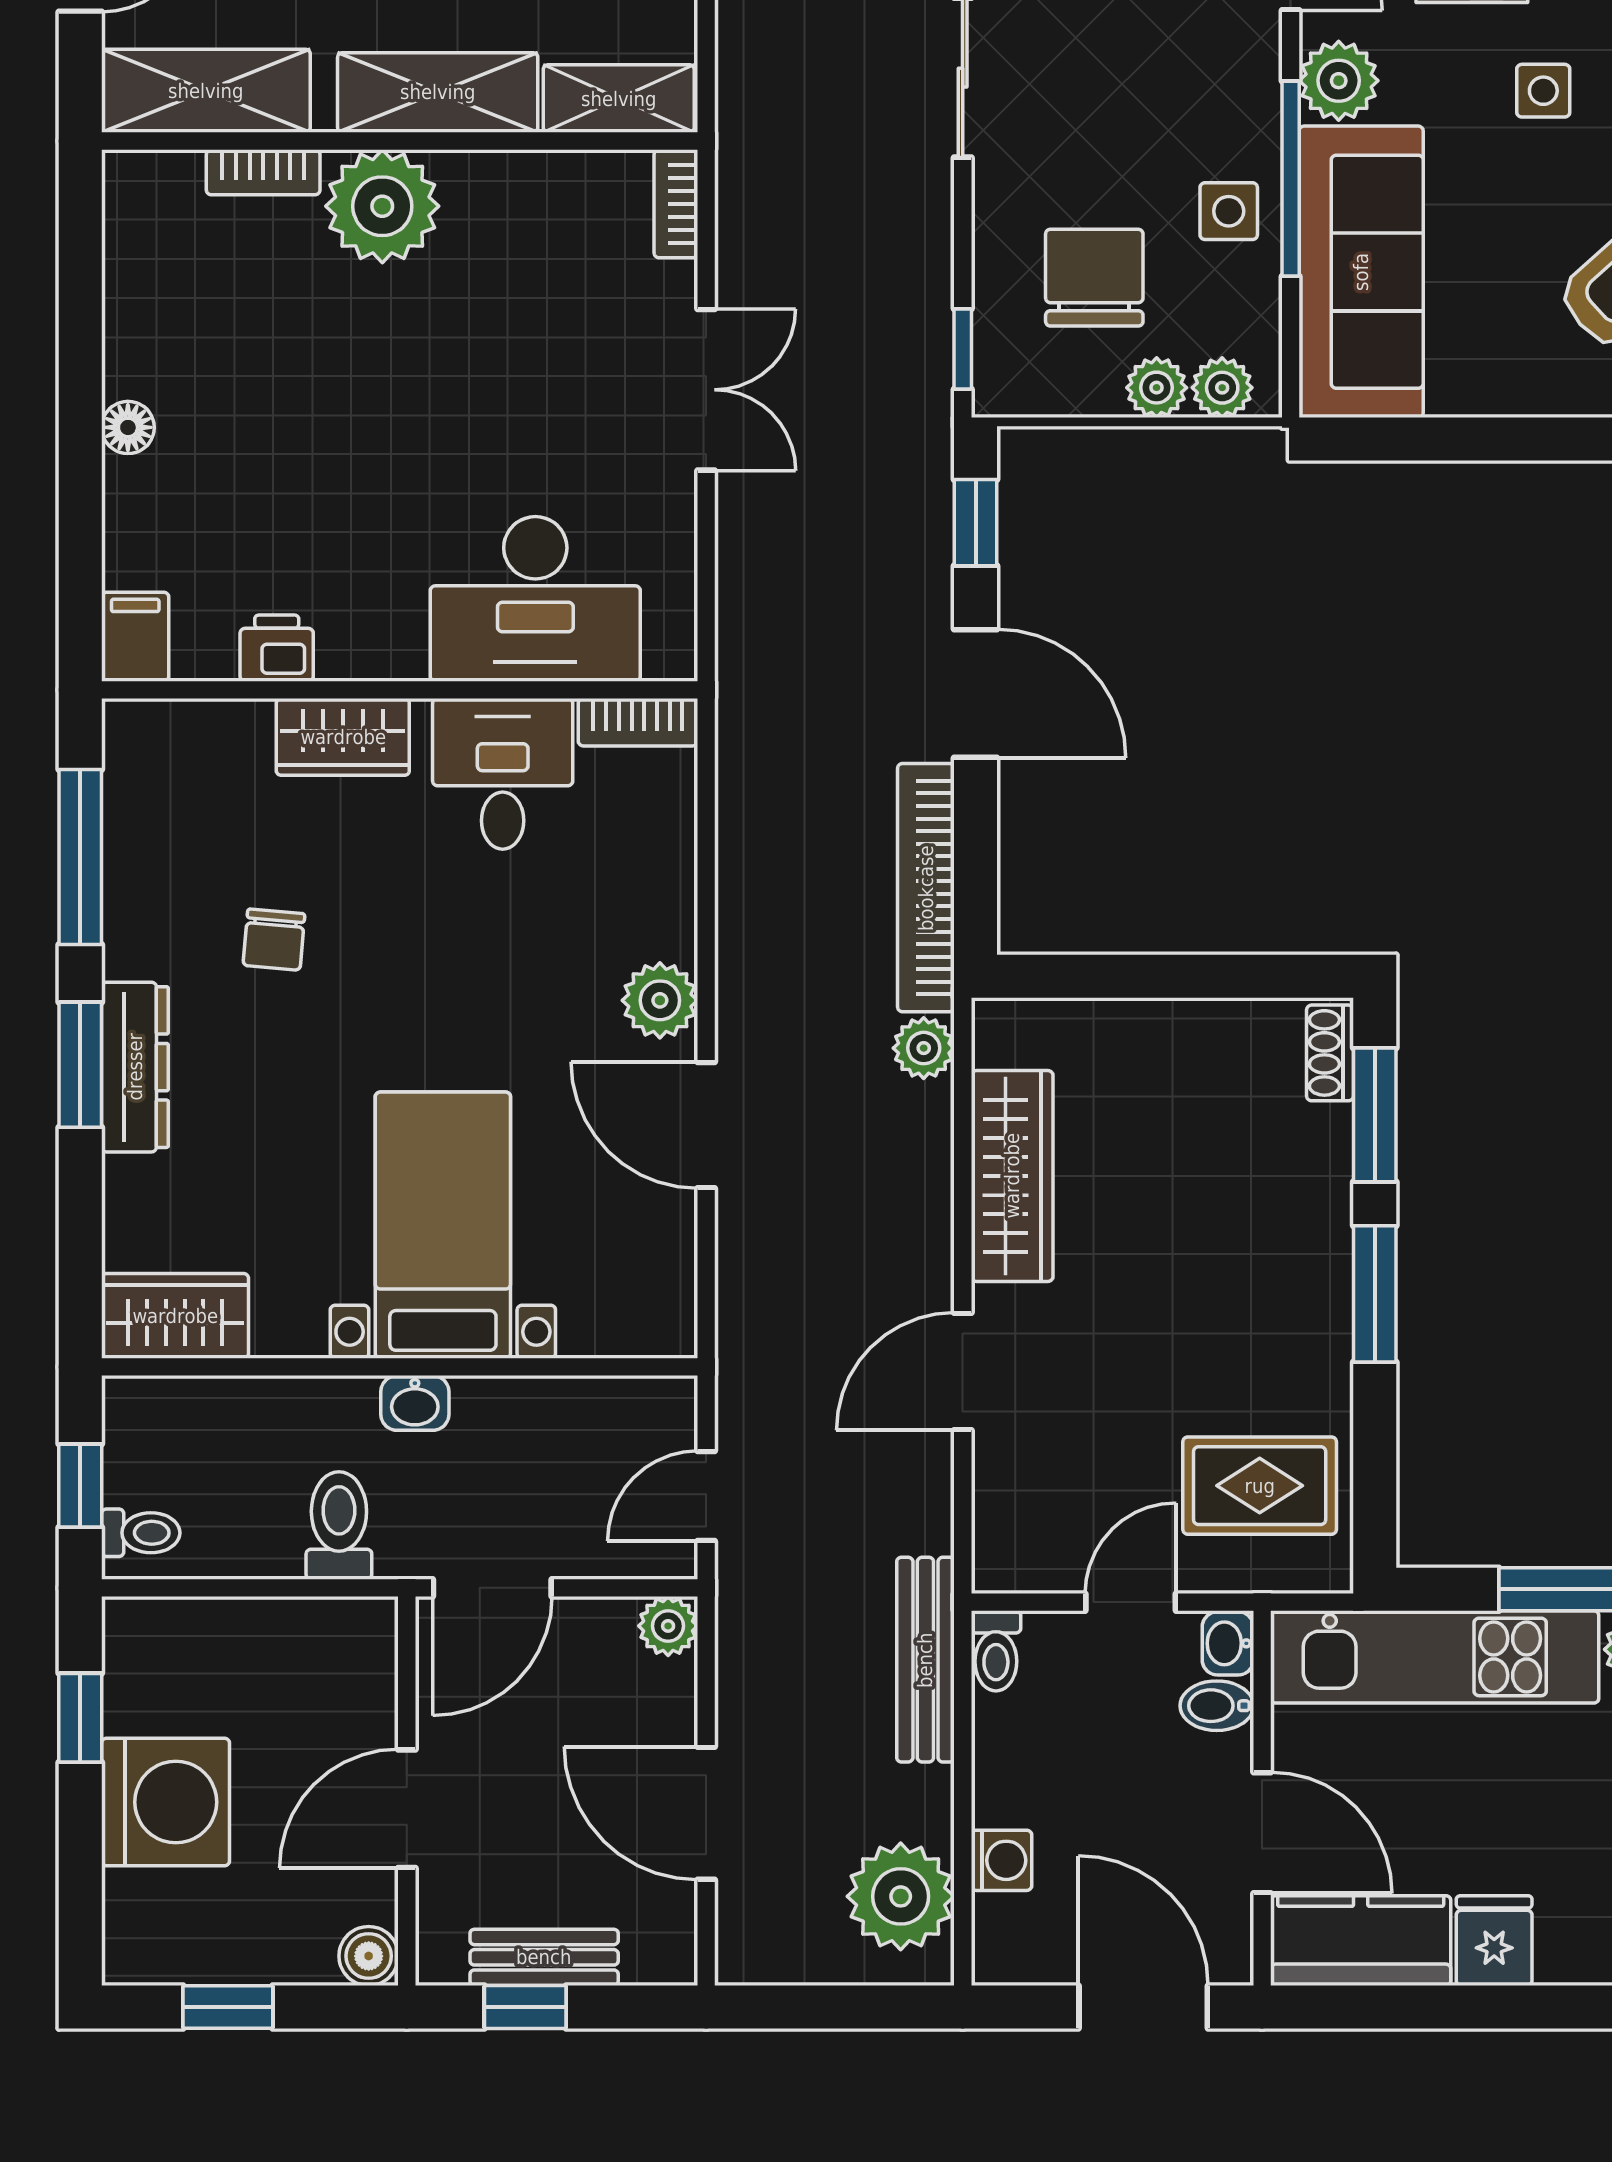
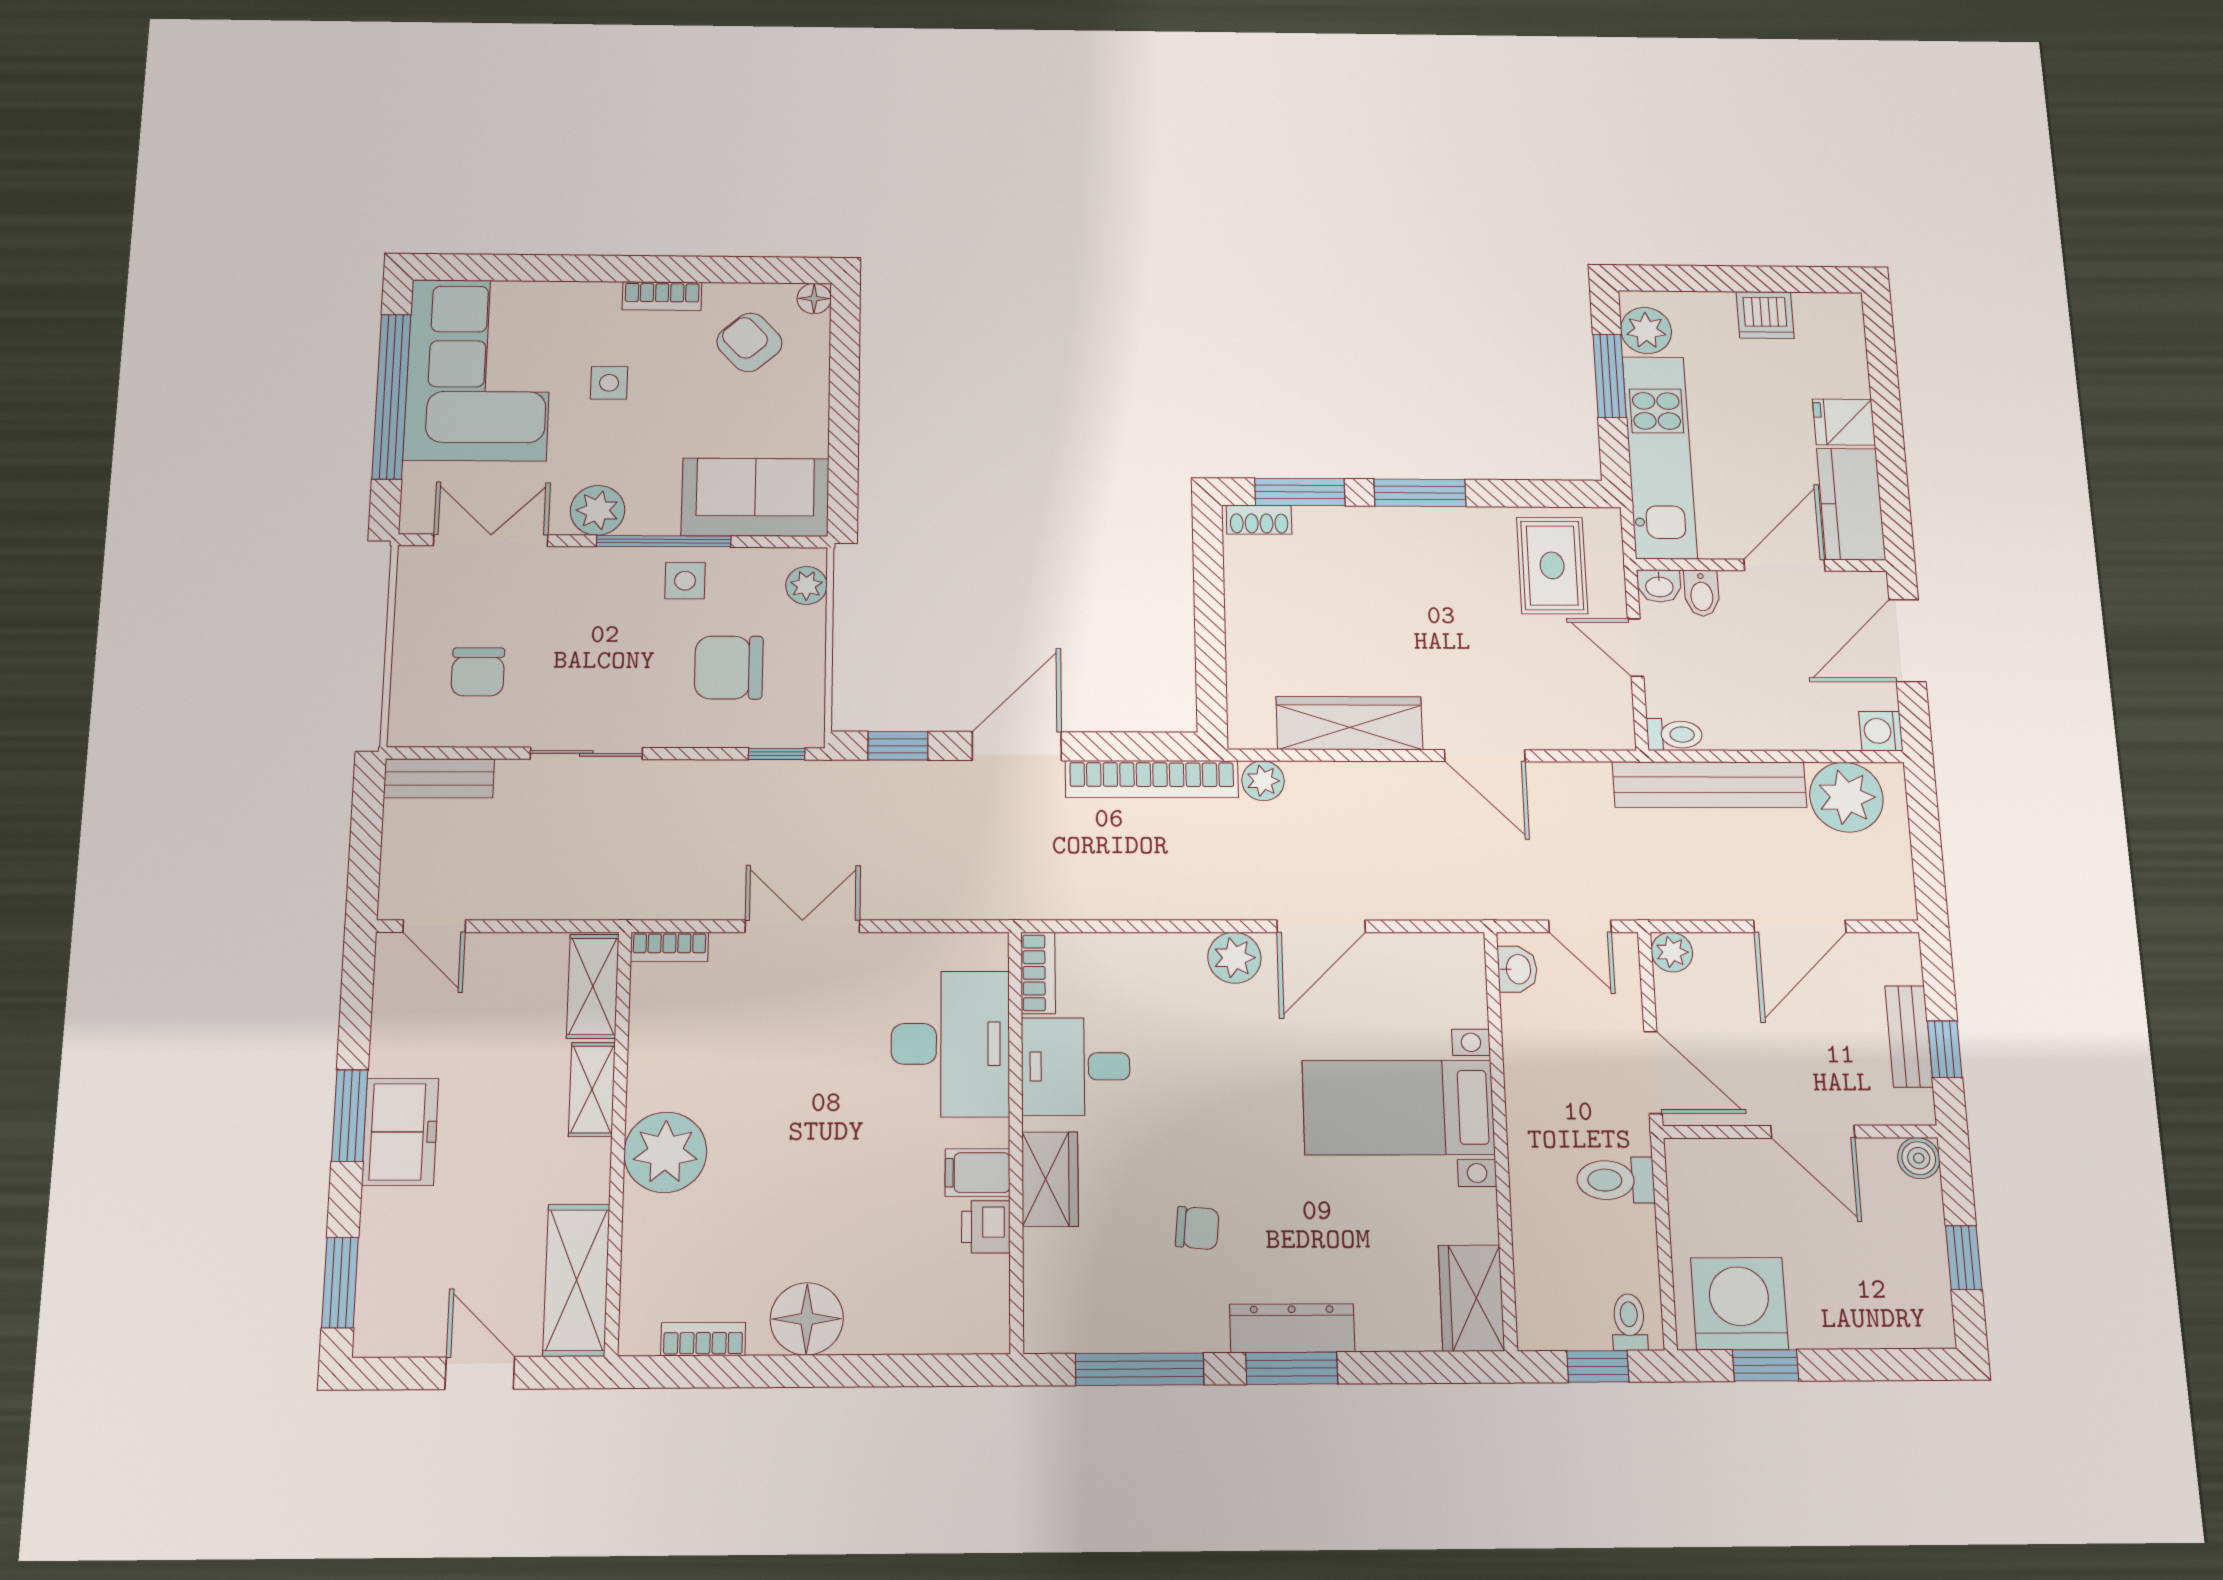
shelving: (438, 92) -> (592, 1090), width x0.67, depth x0.75
bookcase: (263, 172) -> (703, 1339), moved, turned -90
sofa: (1361, 272) -> (755, 497), width x0.73
plant: (1157, 388) -> (806, 628), removed
floor lamp: (128, 427) -> (807, 1319), width x1.89, depth x1.89
filing cabinet: (135, 637) -> (978, 1173), moved
washbasin: (415, 1403) -> (1517, 969), moved
bench: (925, 1660) -> (1709, 785), width x1.37, depth x1.21
washing machine: (166, 1802) -> (1739, 1304), moved
washing machine: (1001, 1860) -> (1881, 731), moved, turned -90

